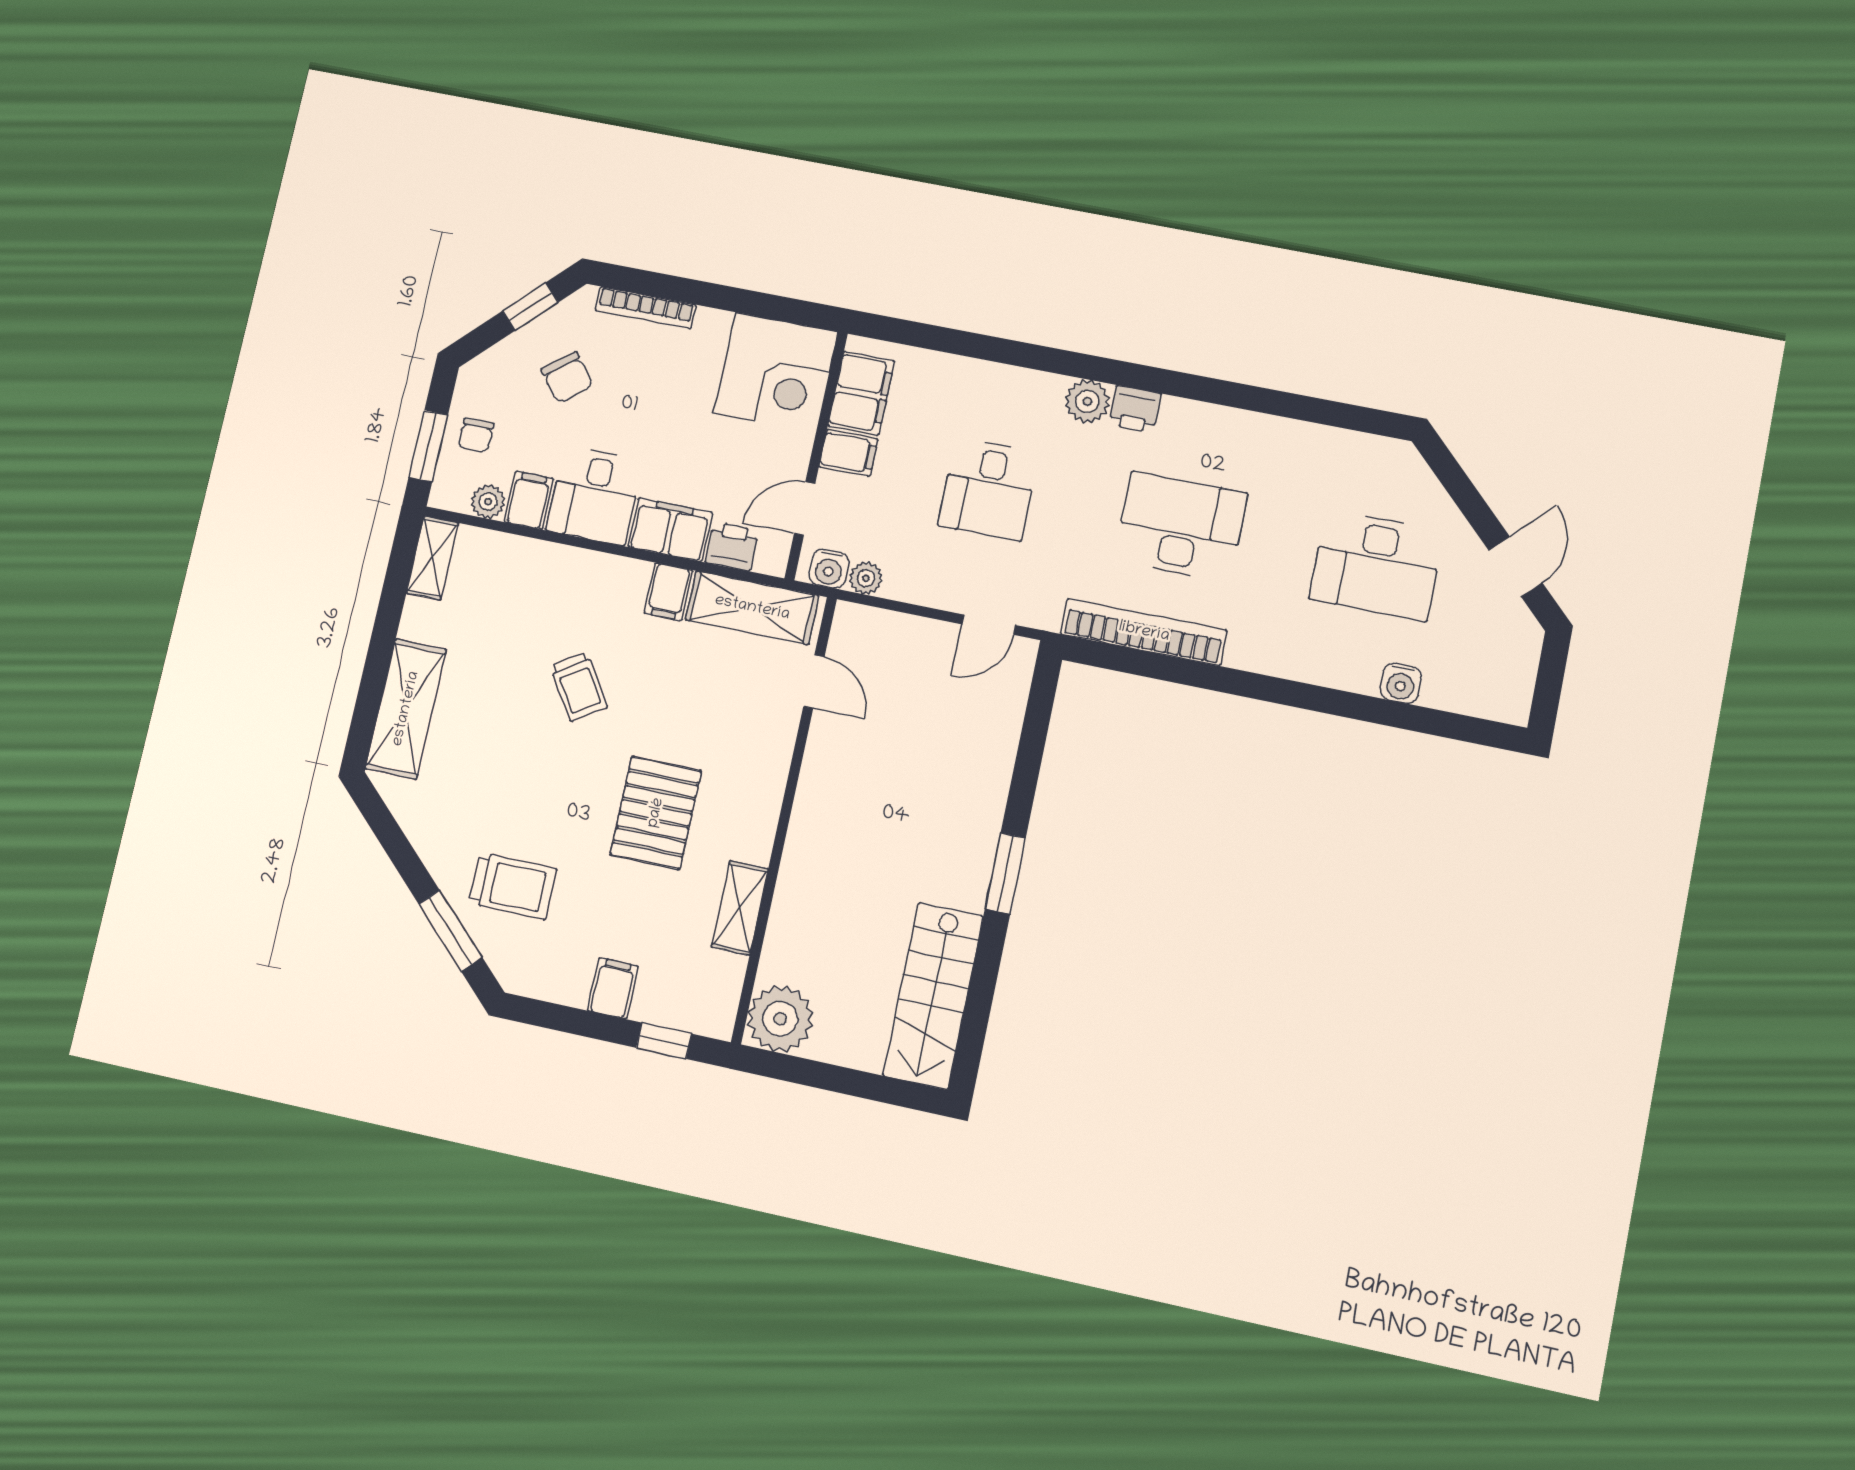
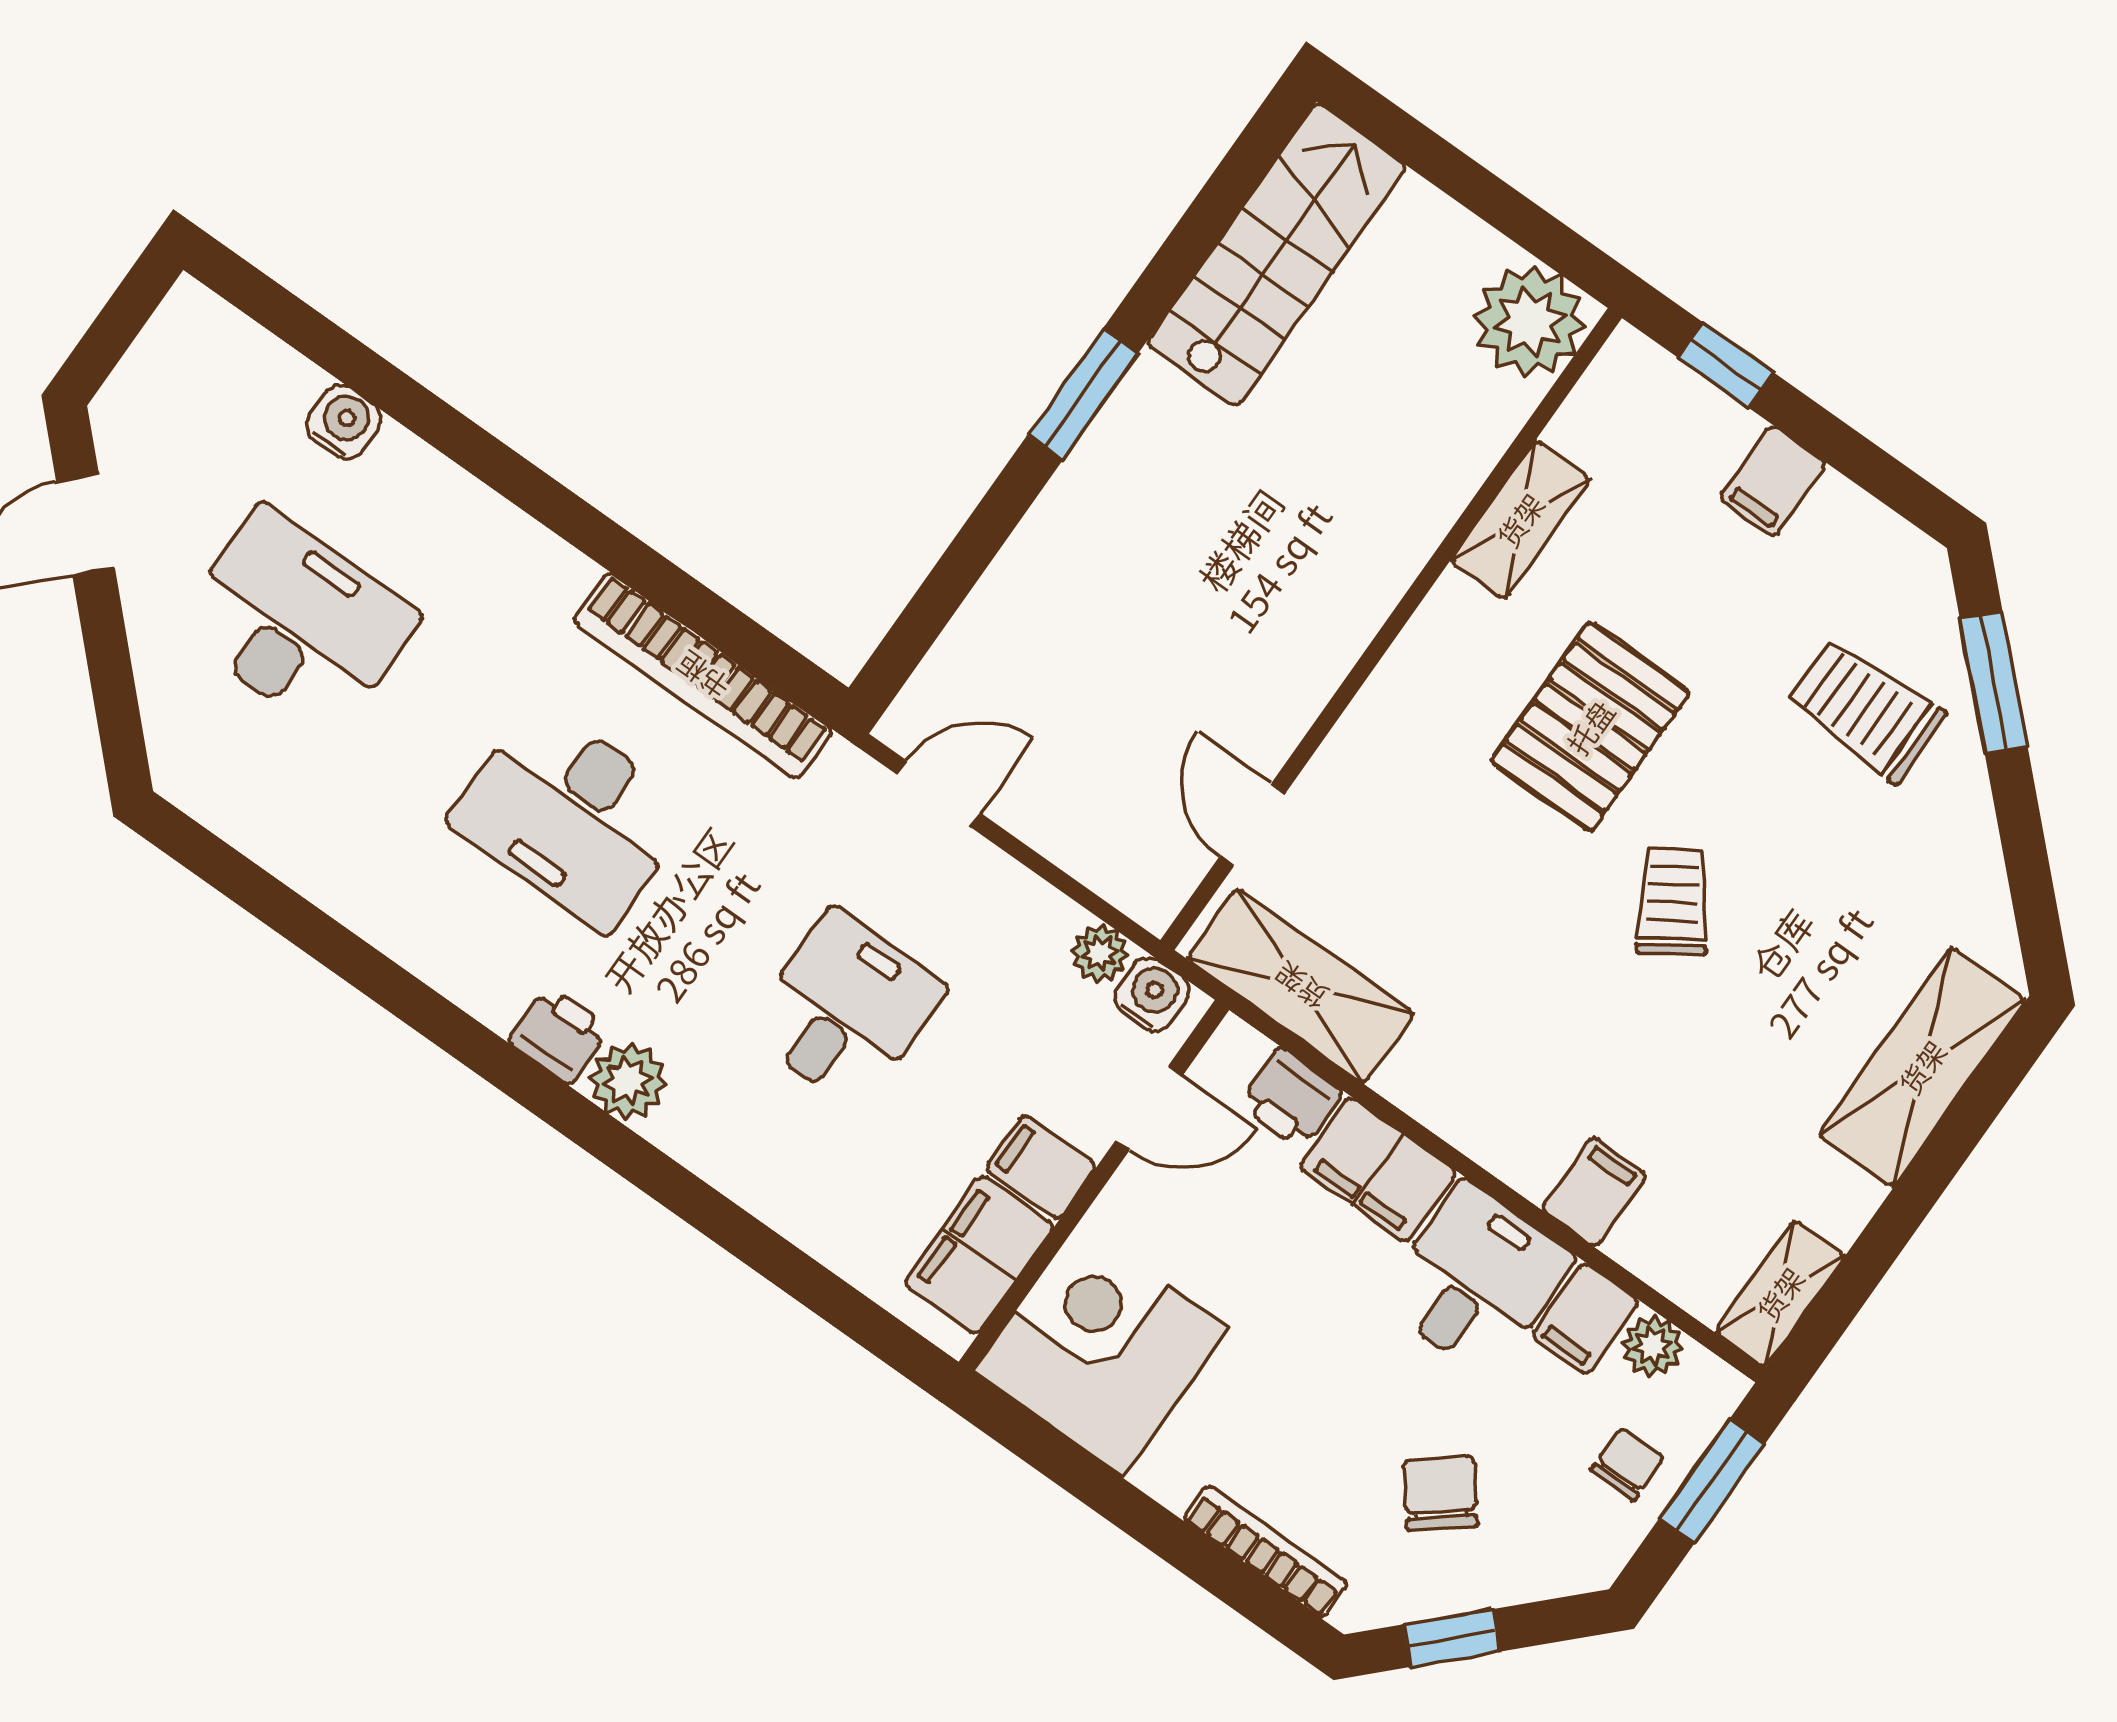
filing cabinet: (668, 592) -> (1594, 1192), moved
trolley: (579, 686) -> (1673, 901), moved

